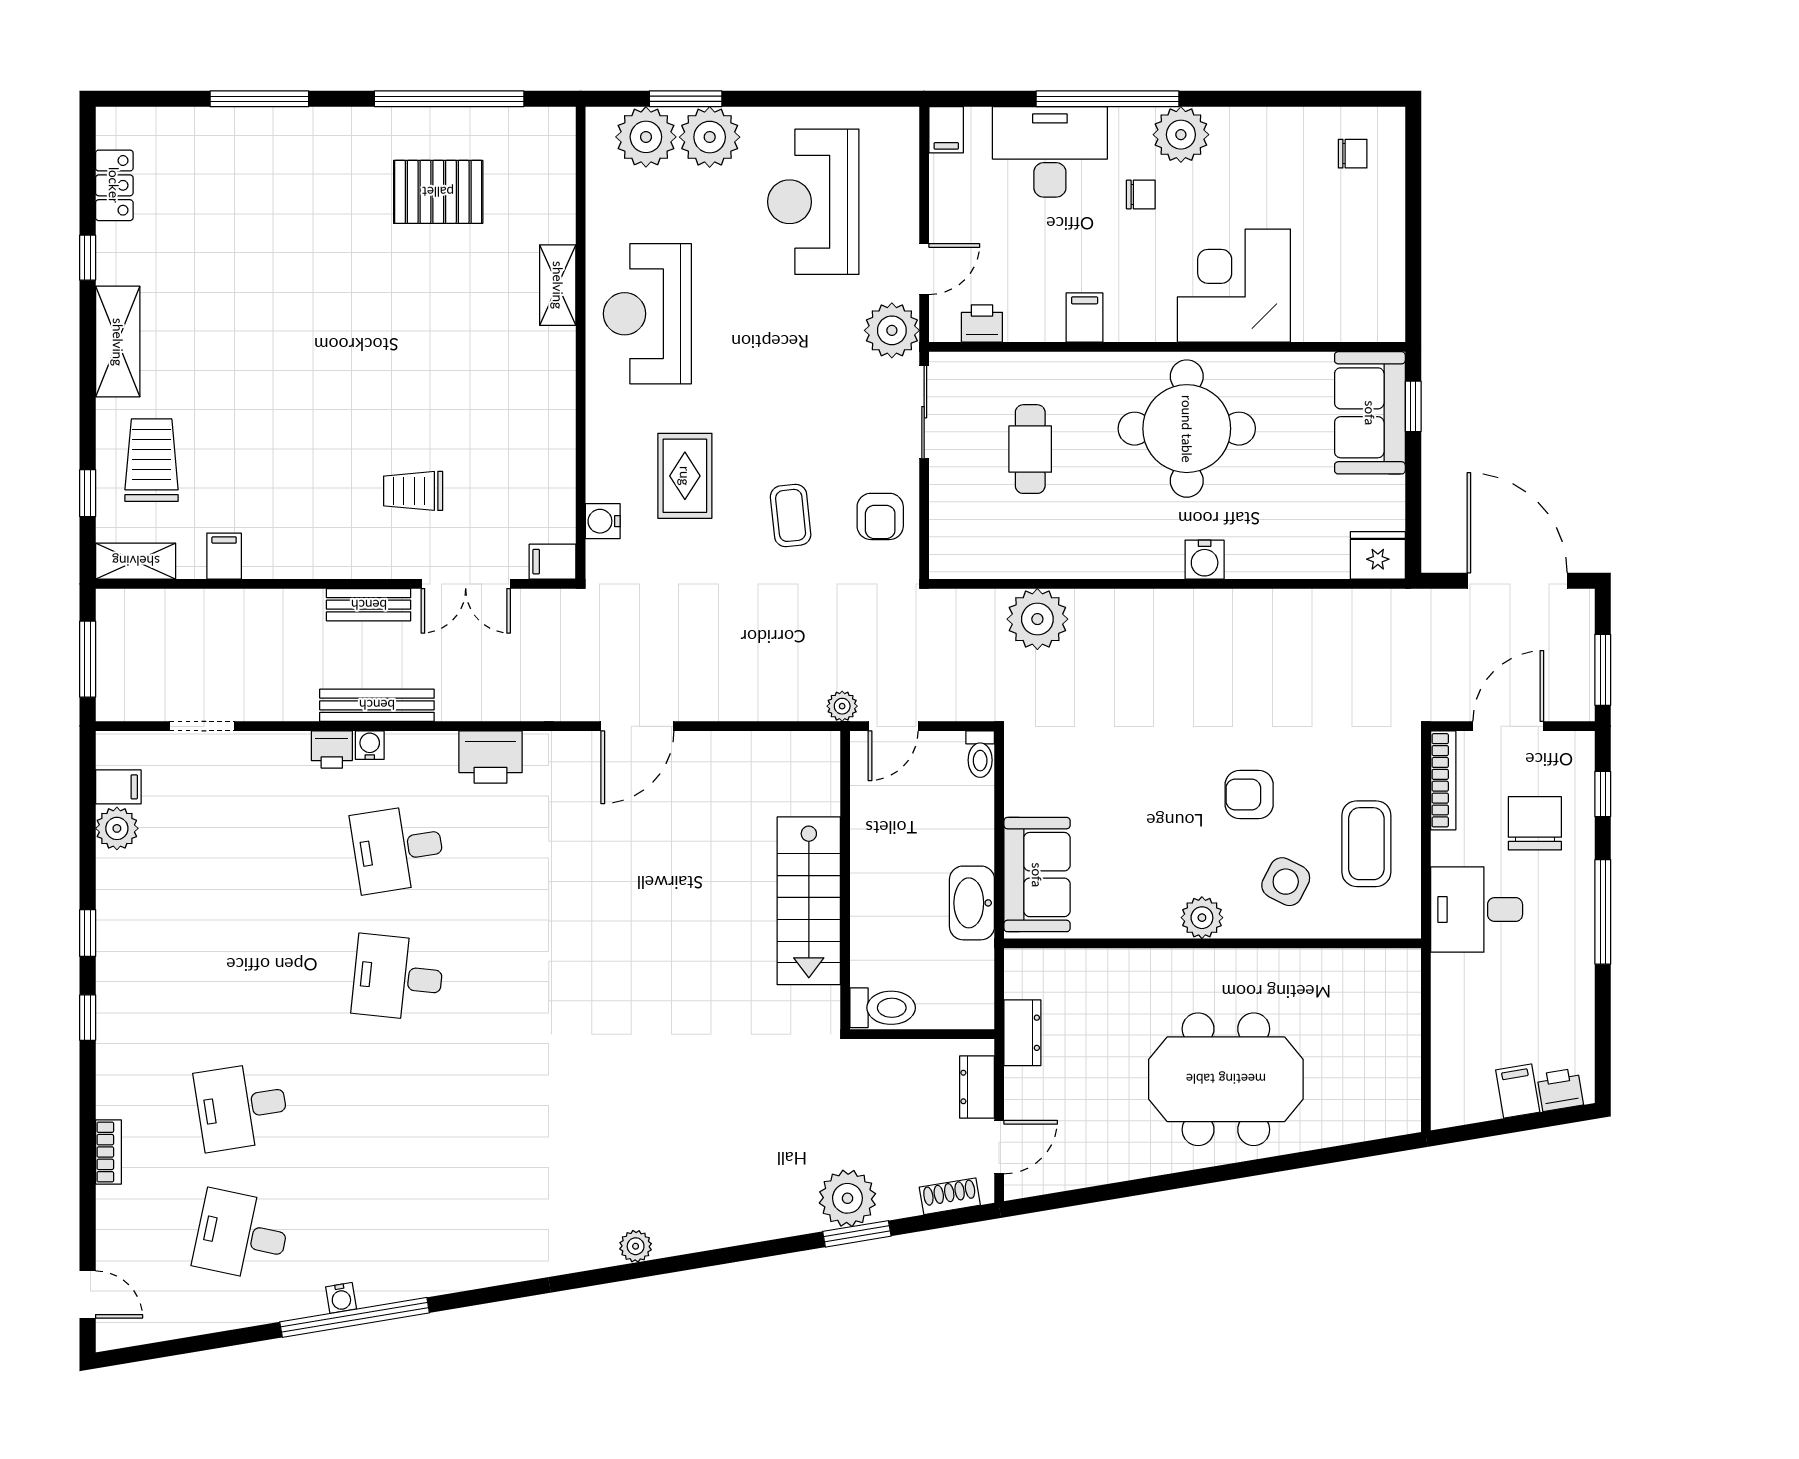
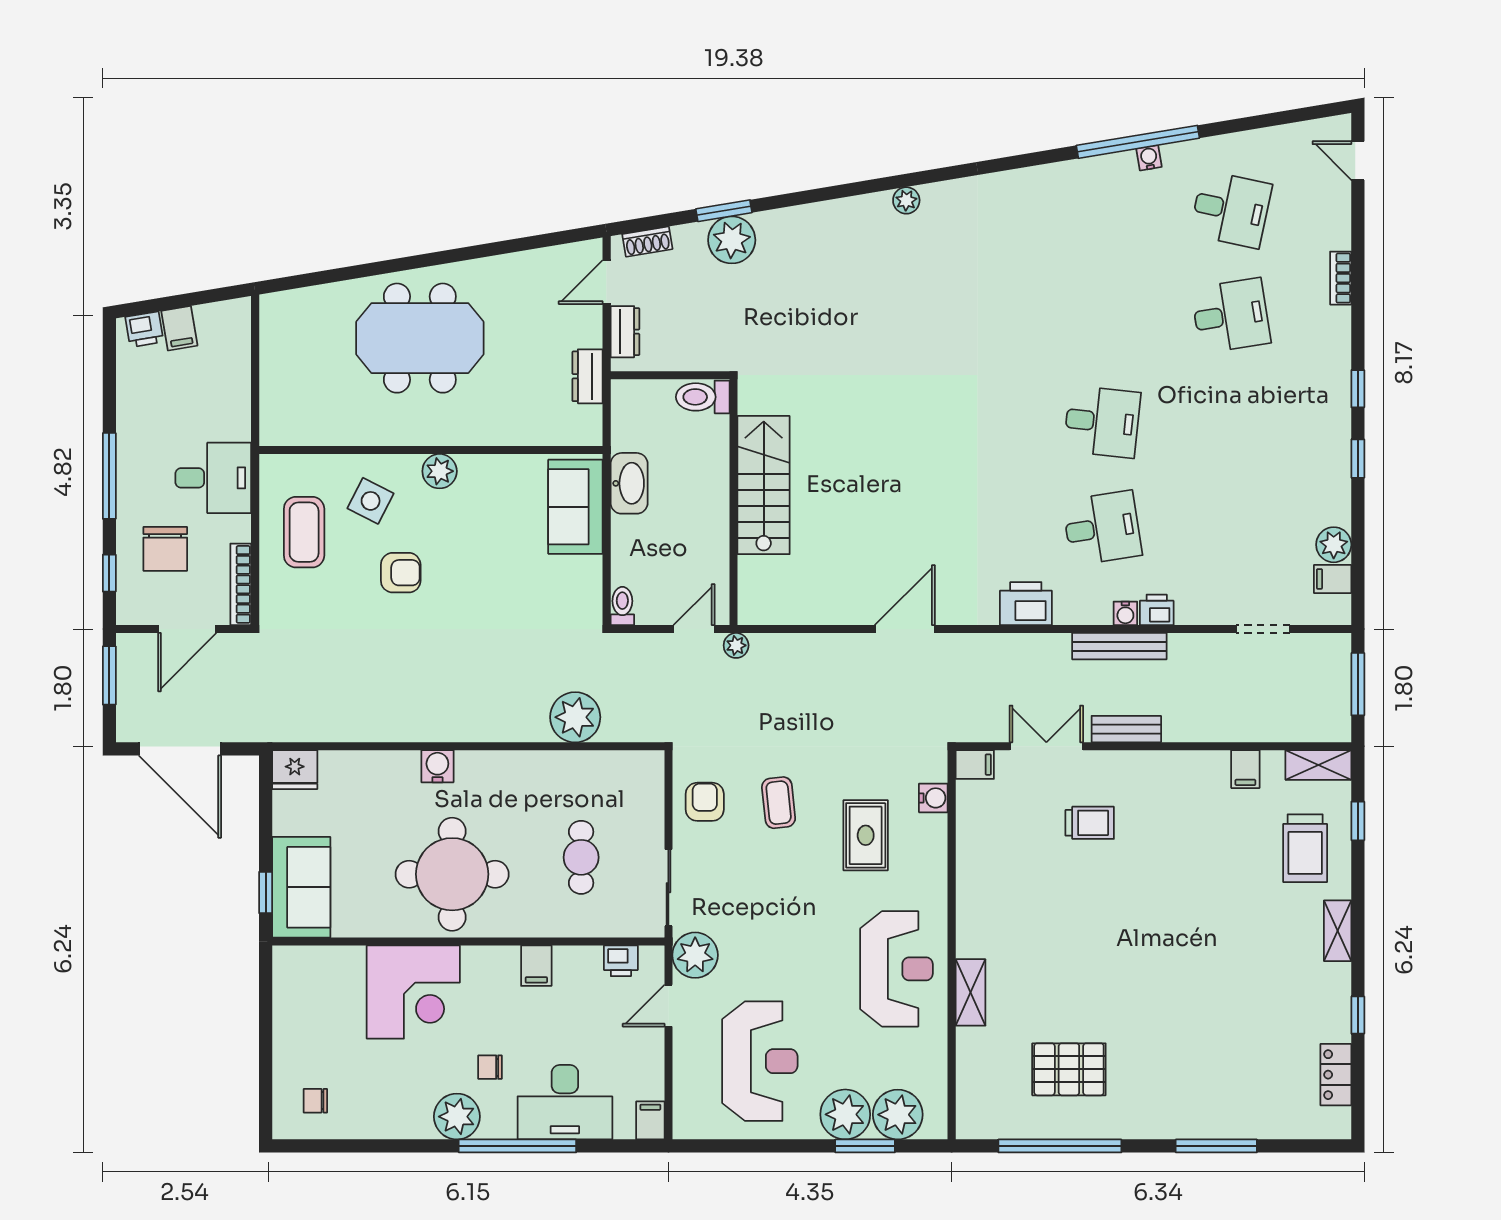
shelving: (118, 342) -> (1338, 931), width x0.67, depth x0.75

